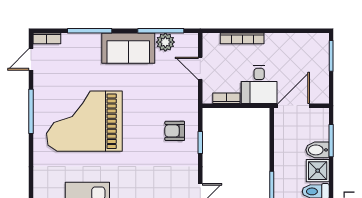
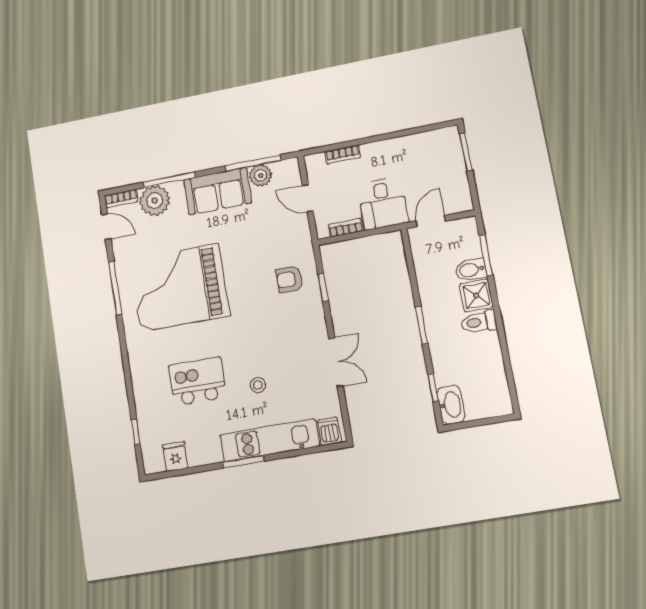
bookcase: (242, 38) -> (343, 155), width x0.64
plant: (75, 46) -> (155, 201), added
door: (31, 59) -> (106, 227), swing flipped
door: (294, 106) -> (431, 221), width x0.73

